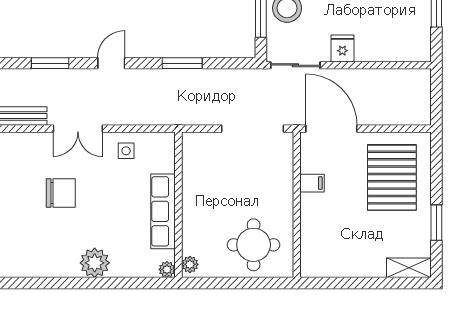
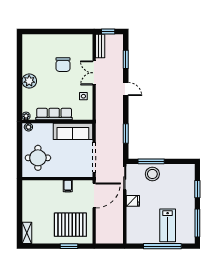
window: (182, 63) -> (126, 133), moved
sofa: (199, 172) -> (73, 131), added
window: (436, 223) -> (69, 246), moved

